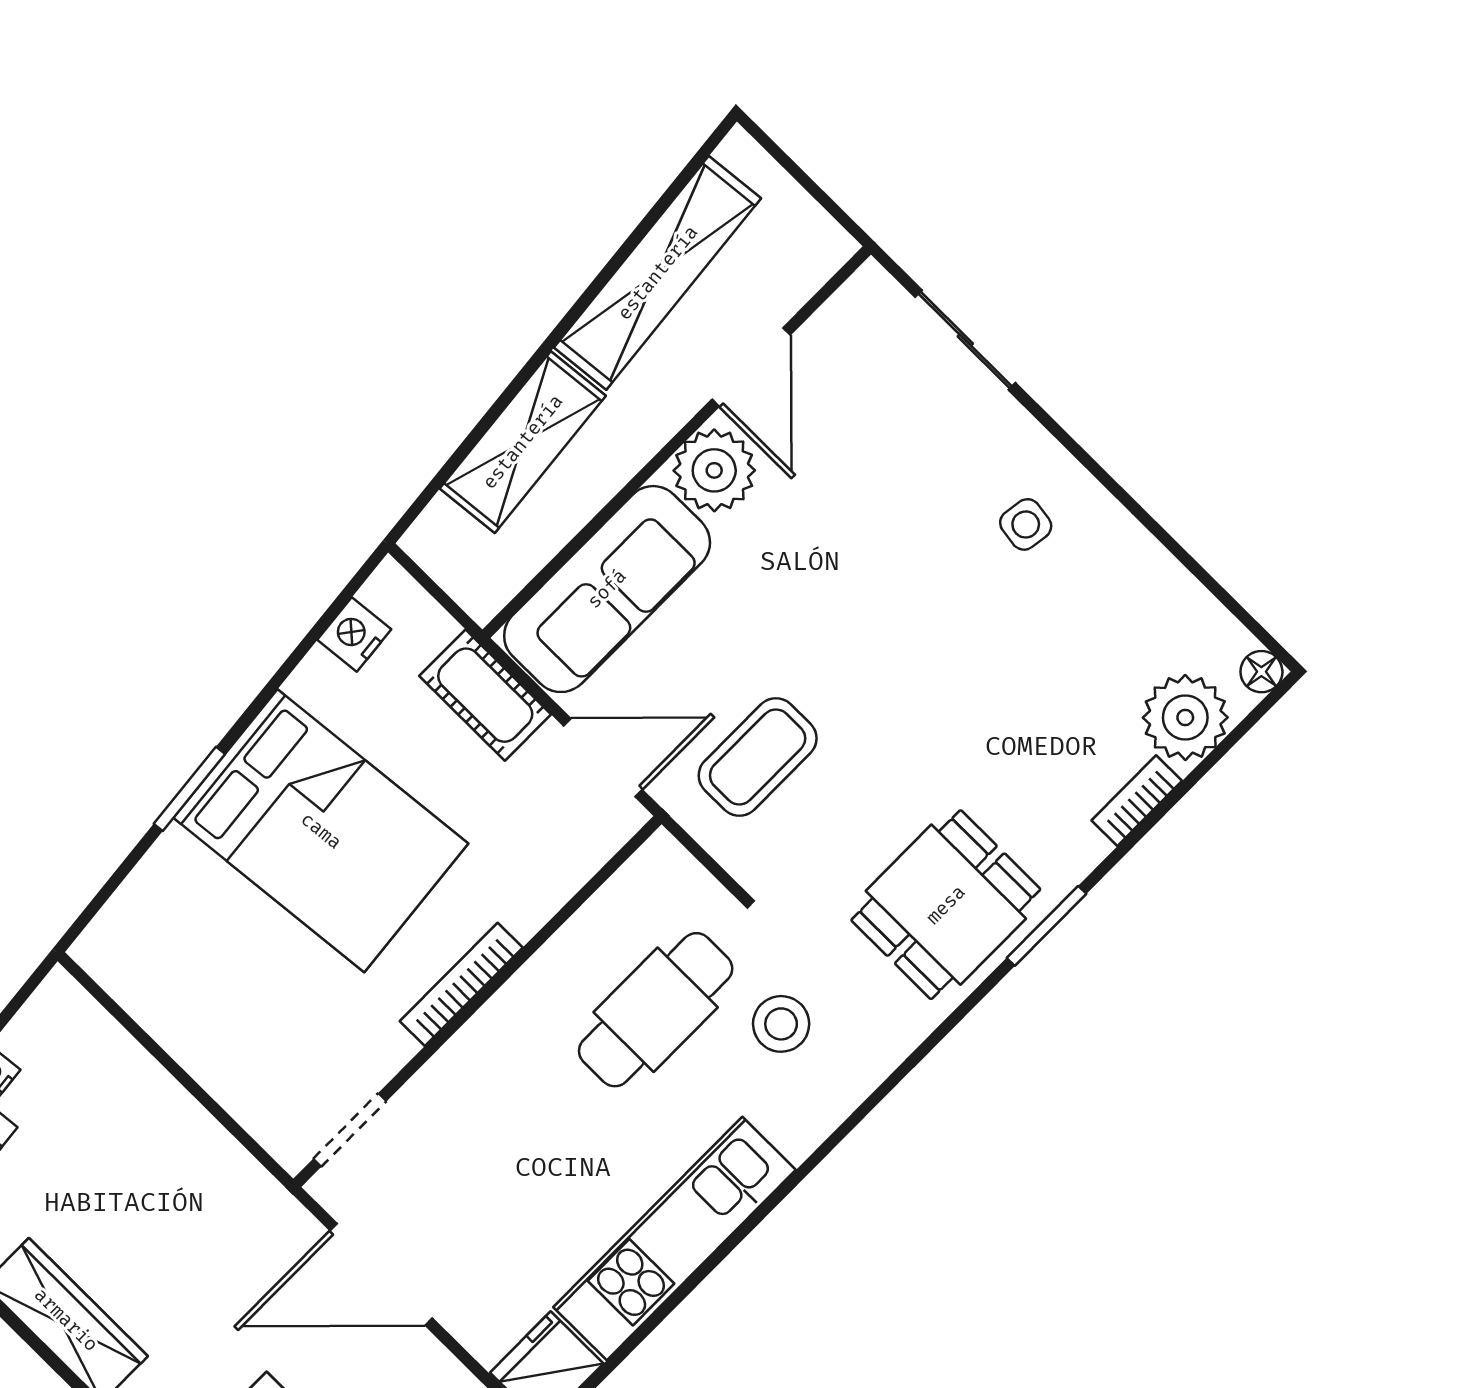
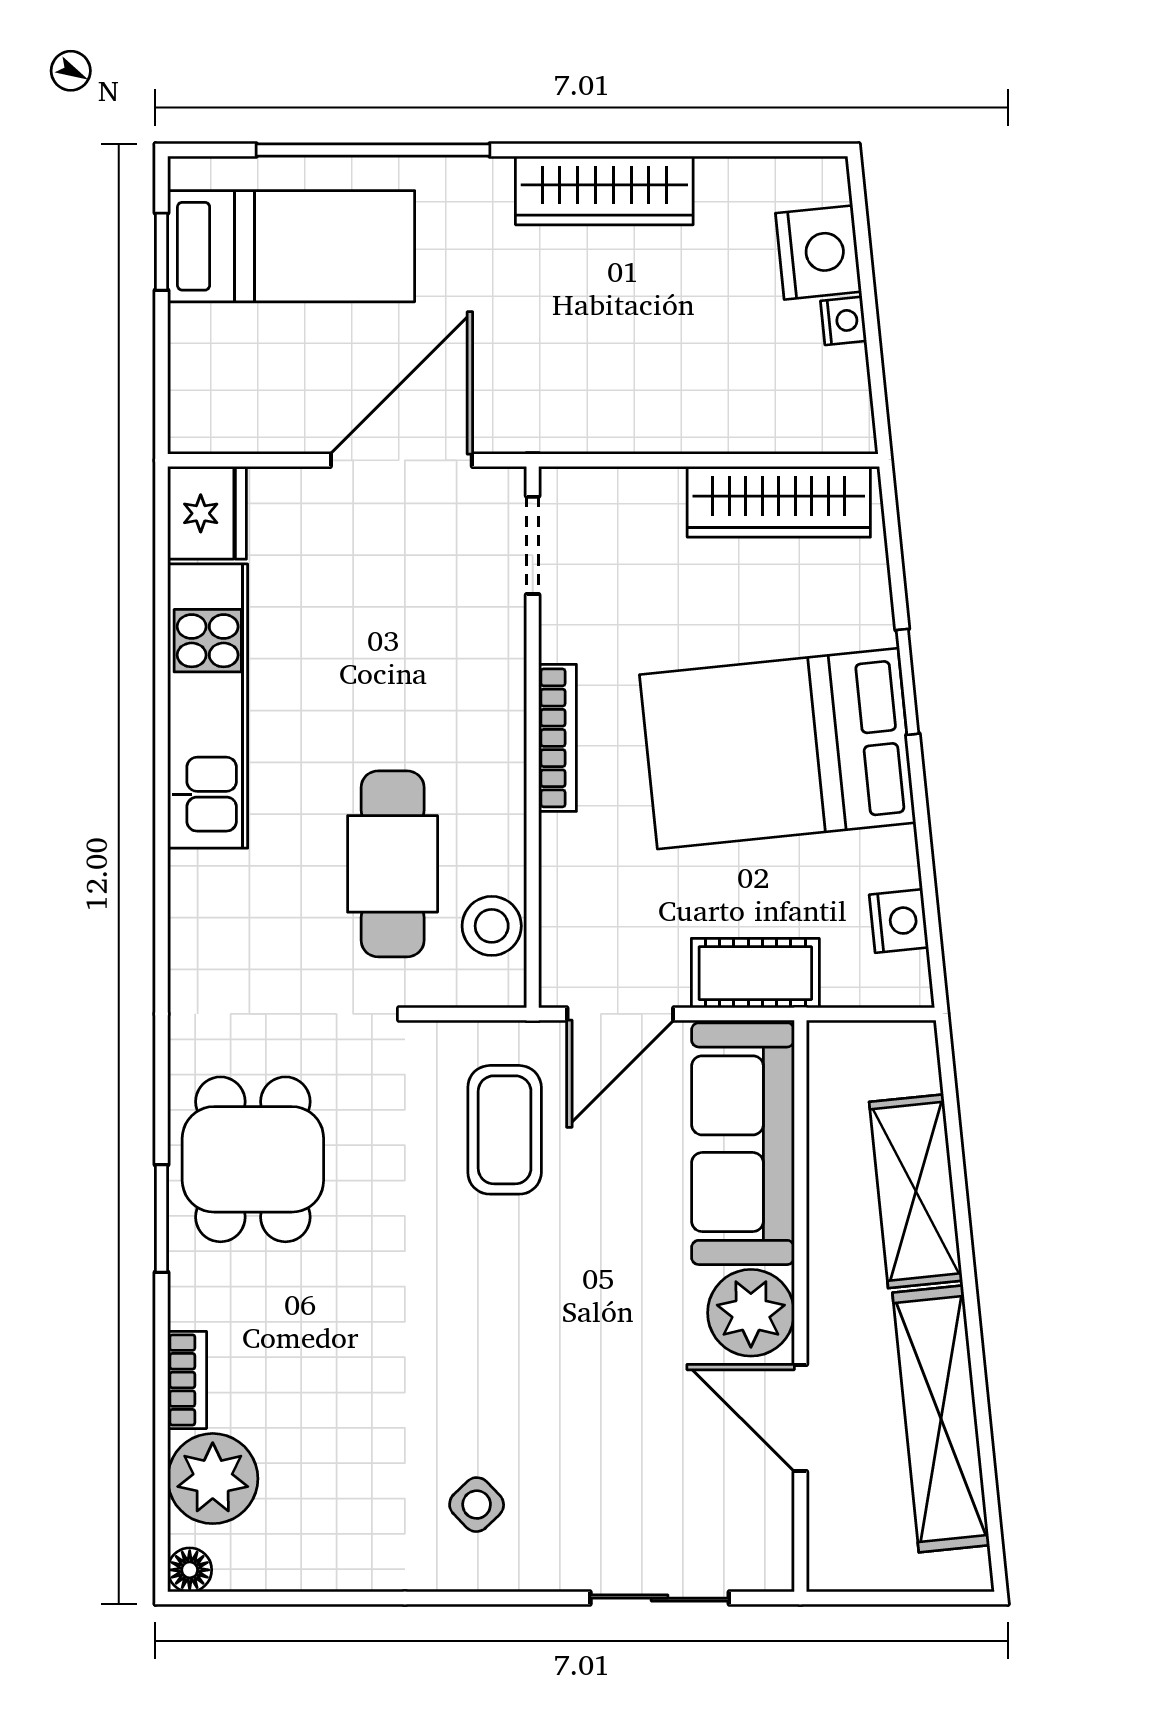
side table: (1026, 524) -> (477, 1505), turned 38
wardrobe: (156, 995) -> (779, 502), added
stool: (781, 1024) -> (492, 926), moved

